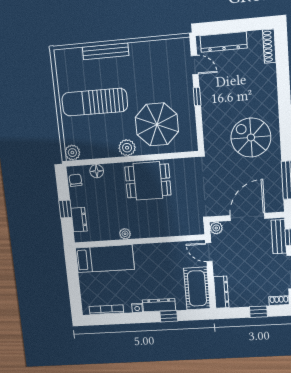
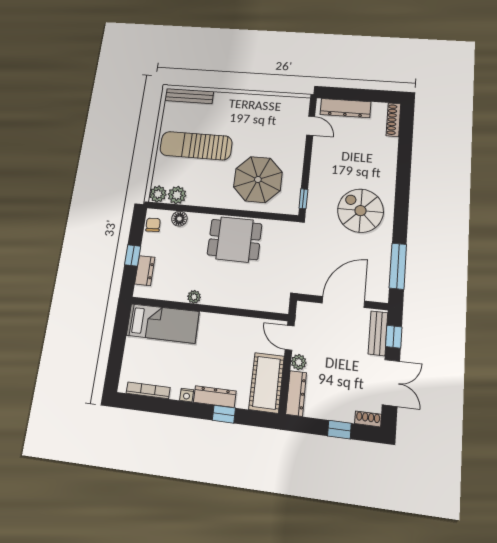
bench: (106, 51) -> (189, 96), moved
window: (197, 96) -> (303, 199), moved
plant: (127, 148) -> (177, 195), moved
plant: (216, 228) -> (299, 362), moved

